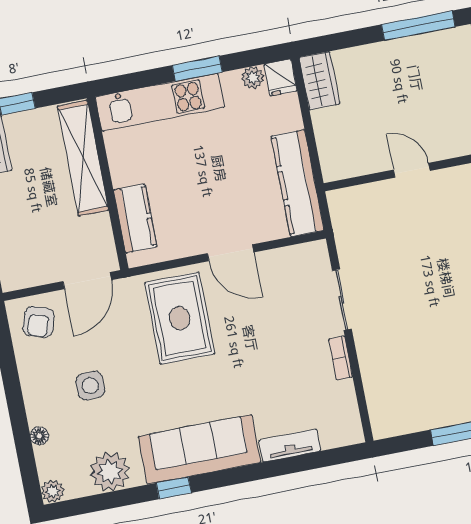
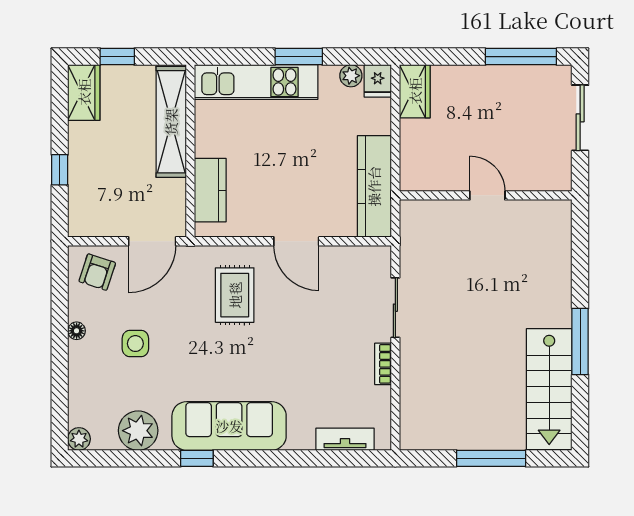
rug: (180, 318) -> (235, 295), width x0.73, depth x0.70
floor lamp: (39, 436) -> (77, 331), moved
tv unit: (290, 446) -> (345, 439), moved

